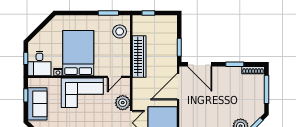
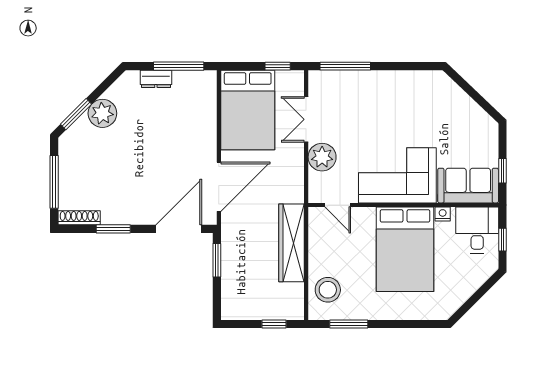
door: (200, 64) -> (179, 229), hinge flipped
door: (114, 77) -> (338, 205), swing flipped
sofa: (37, 104) -> (468, 186), moved, turned 90

